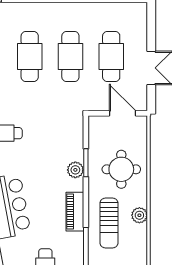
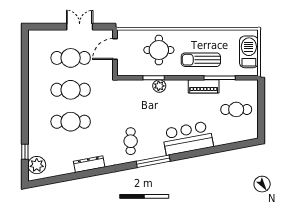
piano: (75, 212) -> (204, 86), moved
plant: (139, 215) -> (195, 36), removed
sun lounger: (109, 223) -> (201, 60), turned 180

